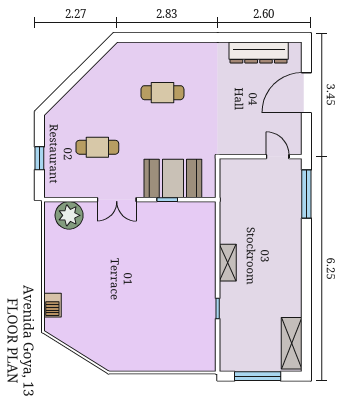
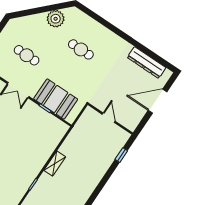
plant: (103, 75) -> (56, 19), added
door: (278, 157) -> (109, 118), moved
window: (306, 194) -> (121, 155), width x0.46

